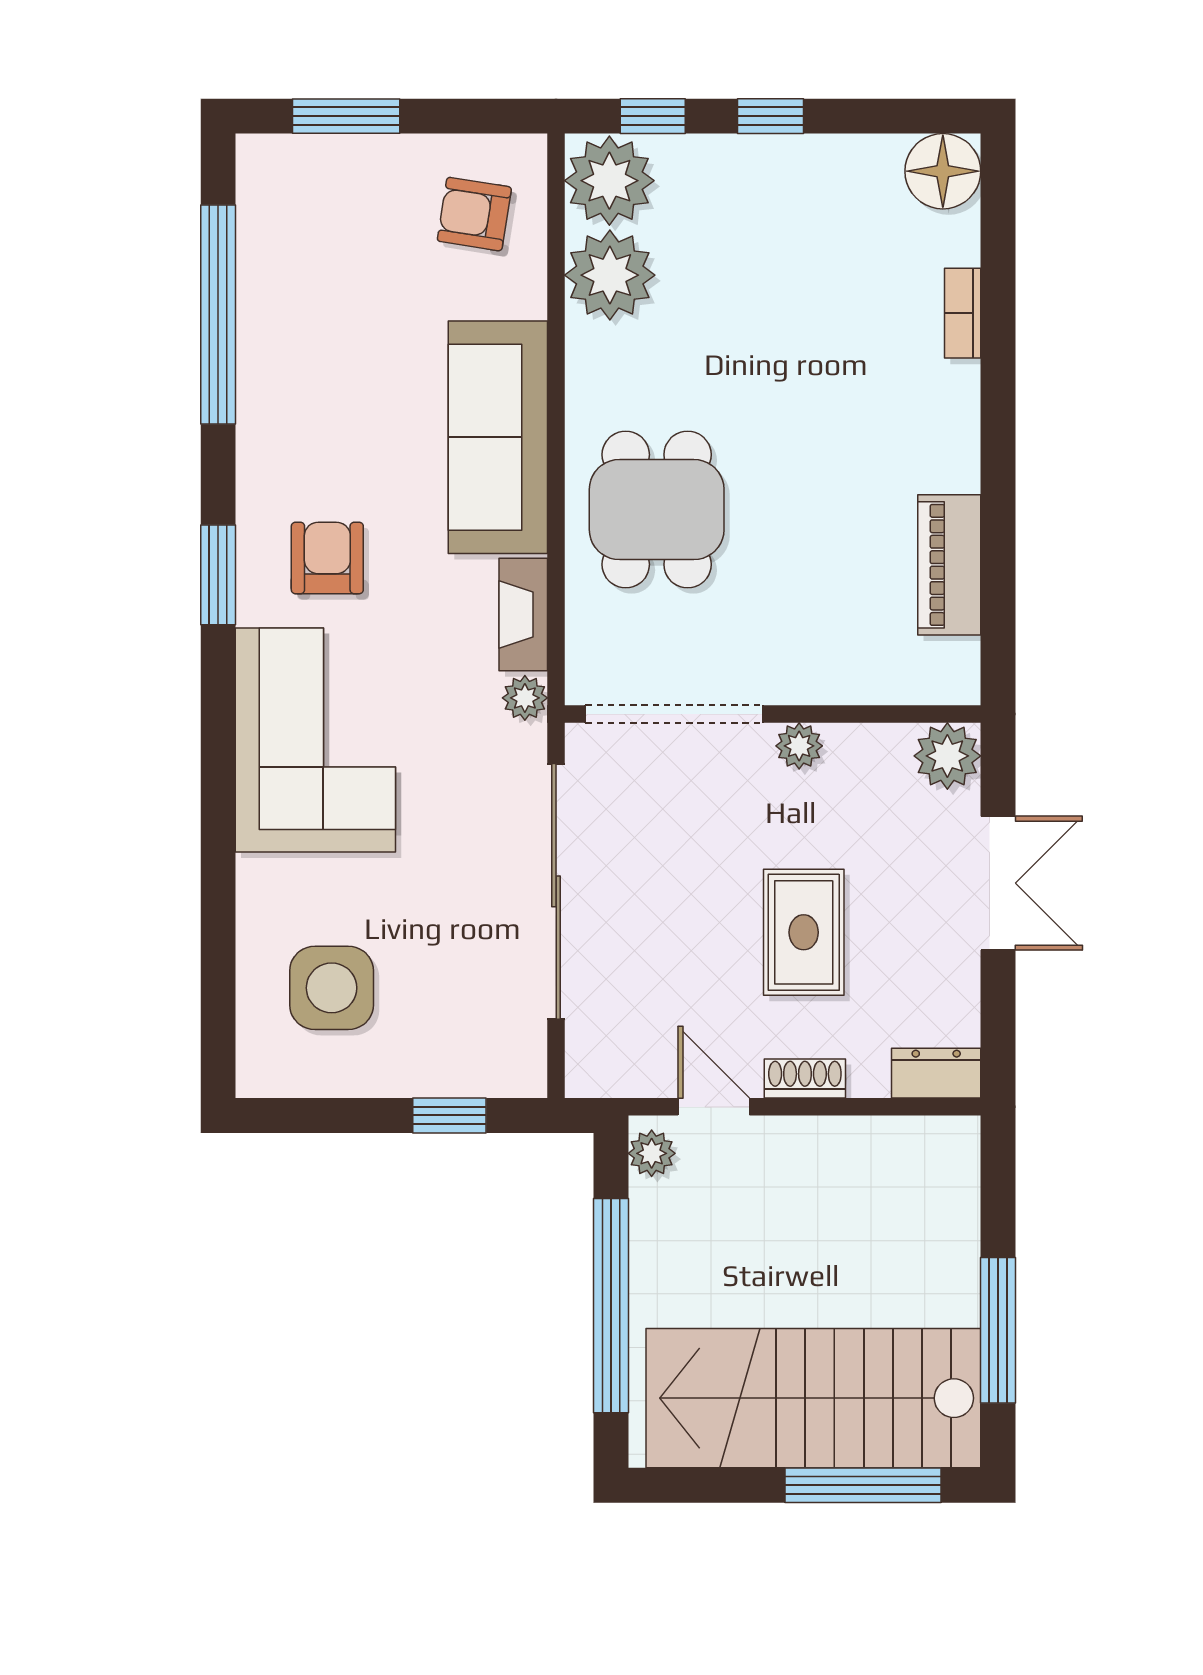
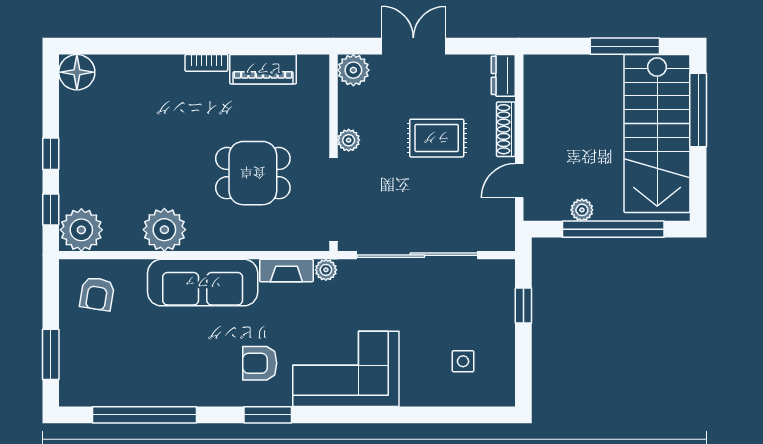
plant: (610, 275) -> (164, 230), moved
bookcase: (963, 313) -> (206, 63), moved
dining table: (657, 510) -> (253, 173), moved
side table: (332, 988) -> (463, 361), width x0.54, depth x0.54
shoe rack: (805, 1078) -> (506, 129), width x1.43
plant: (652, 1153) -> (582, 210), moved

